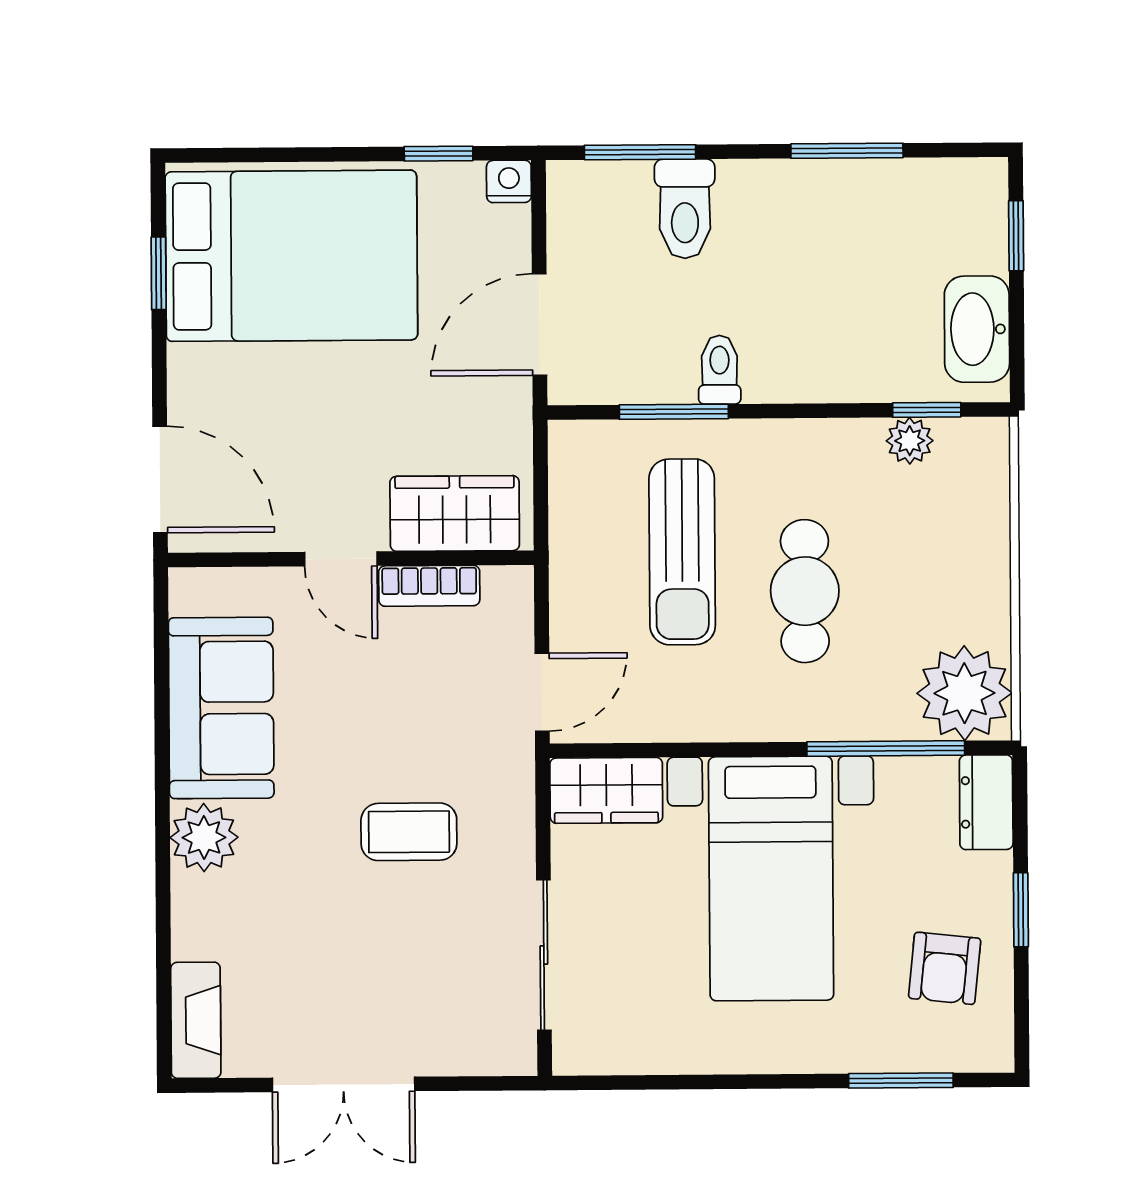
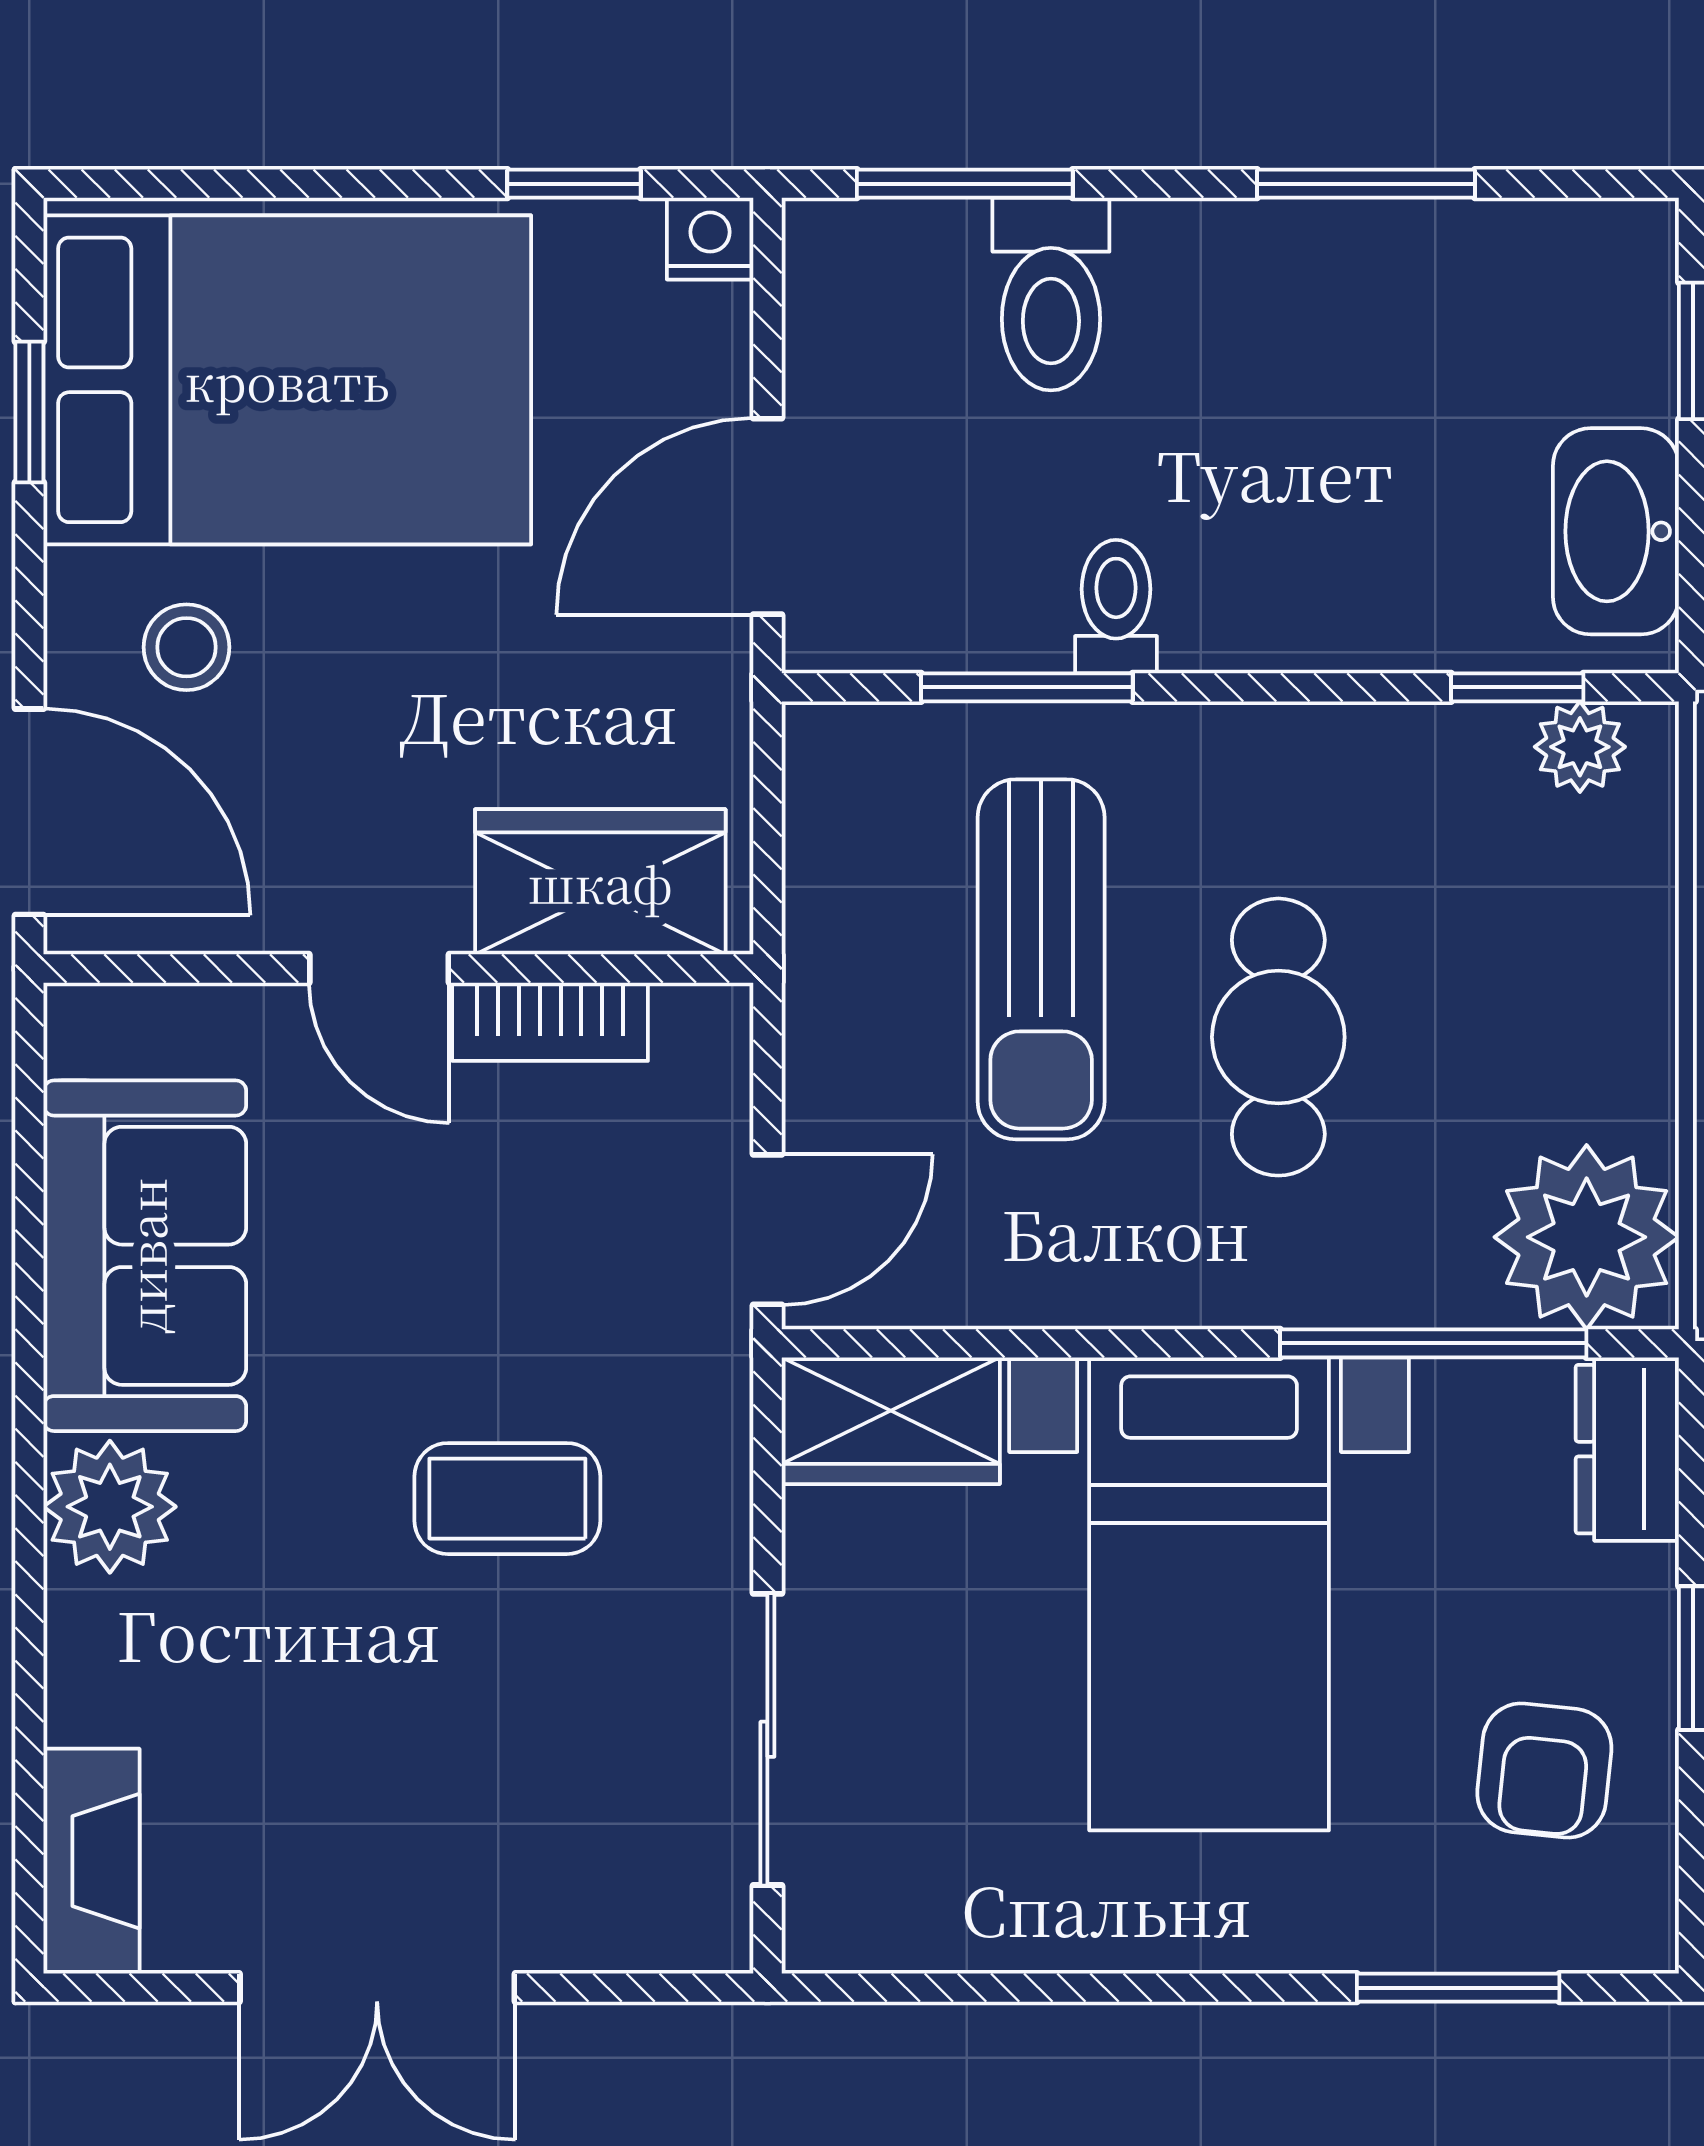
stool: (240, 394) -> (186, 647), added
plant: (910, 441) -> (1580, 747), moved

